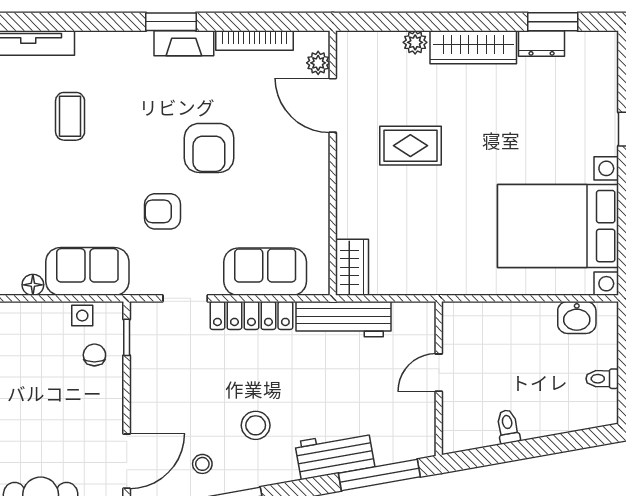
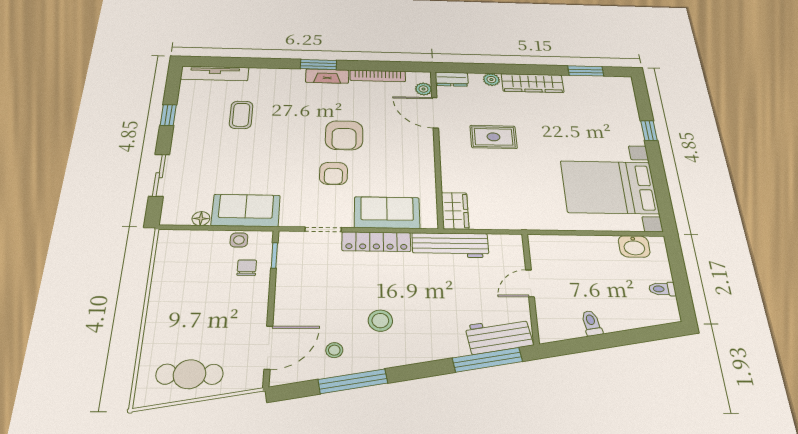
dresser: (542, 43) -> (452, 79), moved
armchair: (163, 211) -> (334, 173), moved, turned -90
workbench: (335, 454) -> (499, 335), moved

